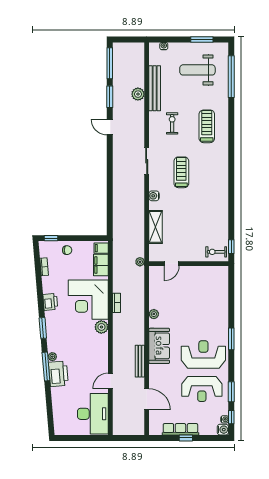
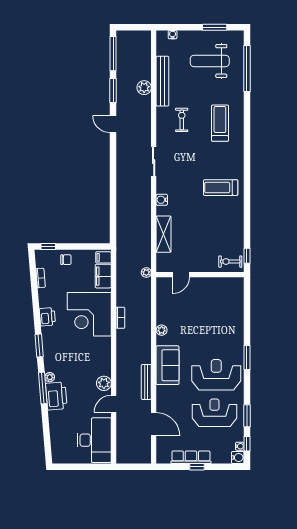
treadmill: (181, 172) -> (221, 188), moved, turned -90
plant: (101, 327) -> (104, 383), moved
reception desk: (202, 389) -> (215, 413), turned 180

